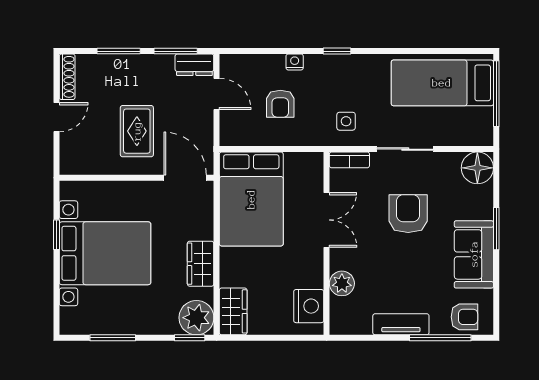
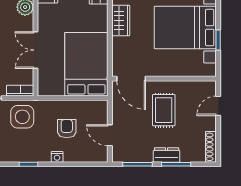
dresser: (194, 65) -> (167, 155), moved
door: (56, 117) -> (218, 106), moved
side table: (346, 121) -> (22, 117), width x1.87, depth x1.87

